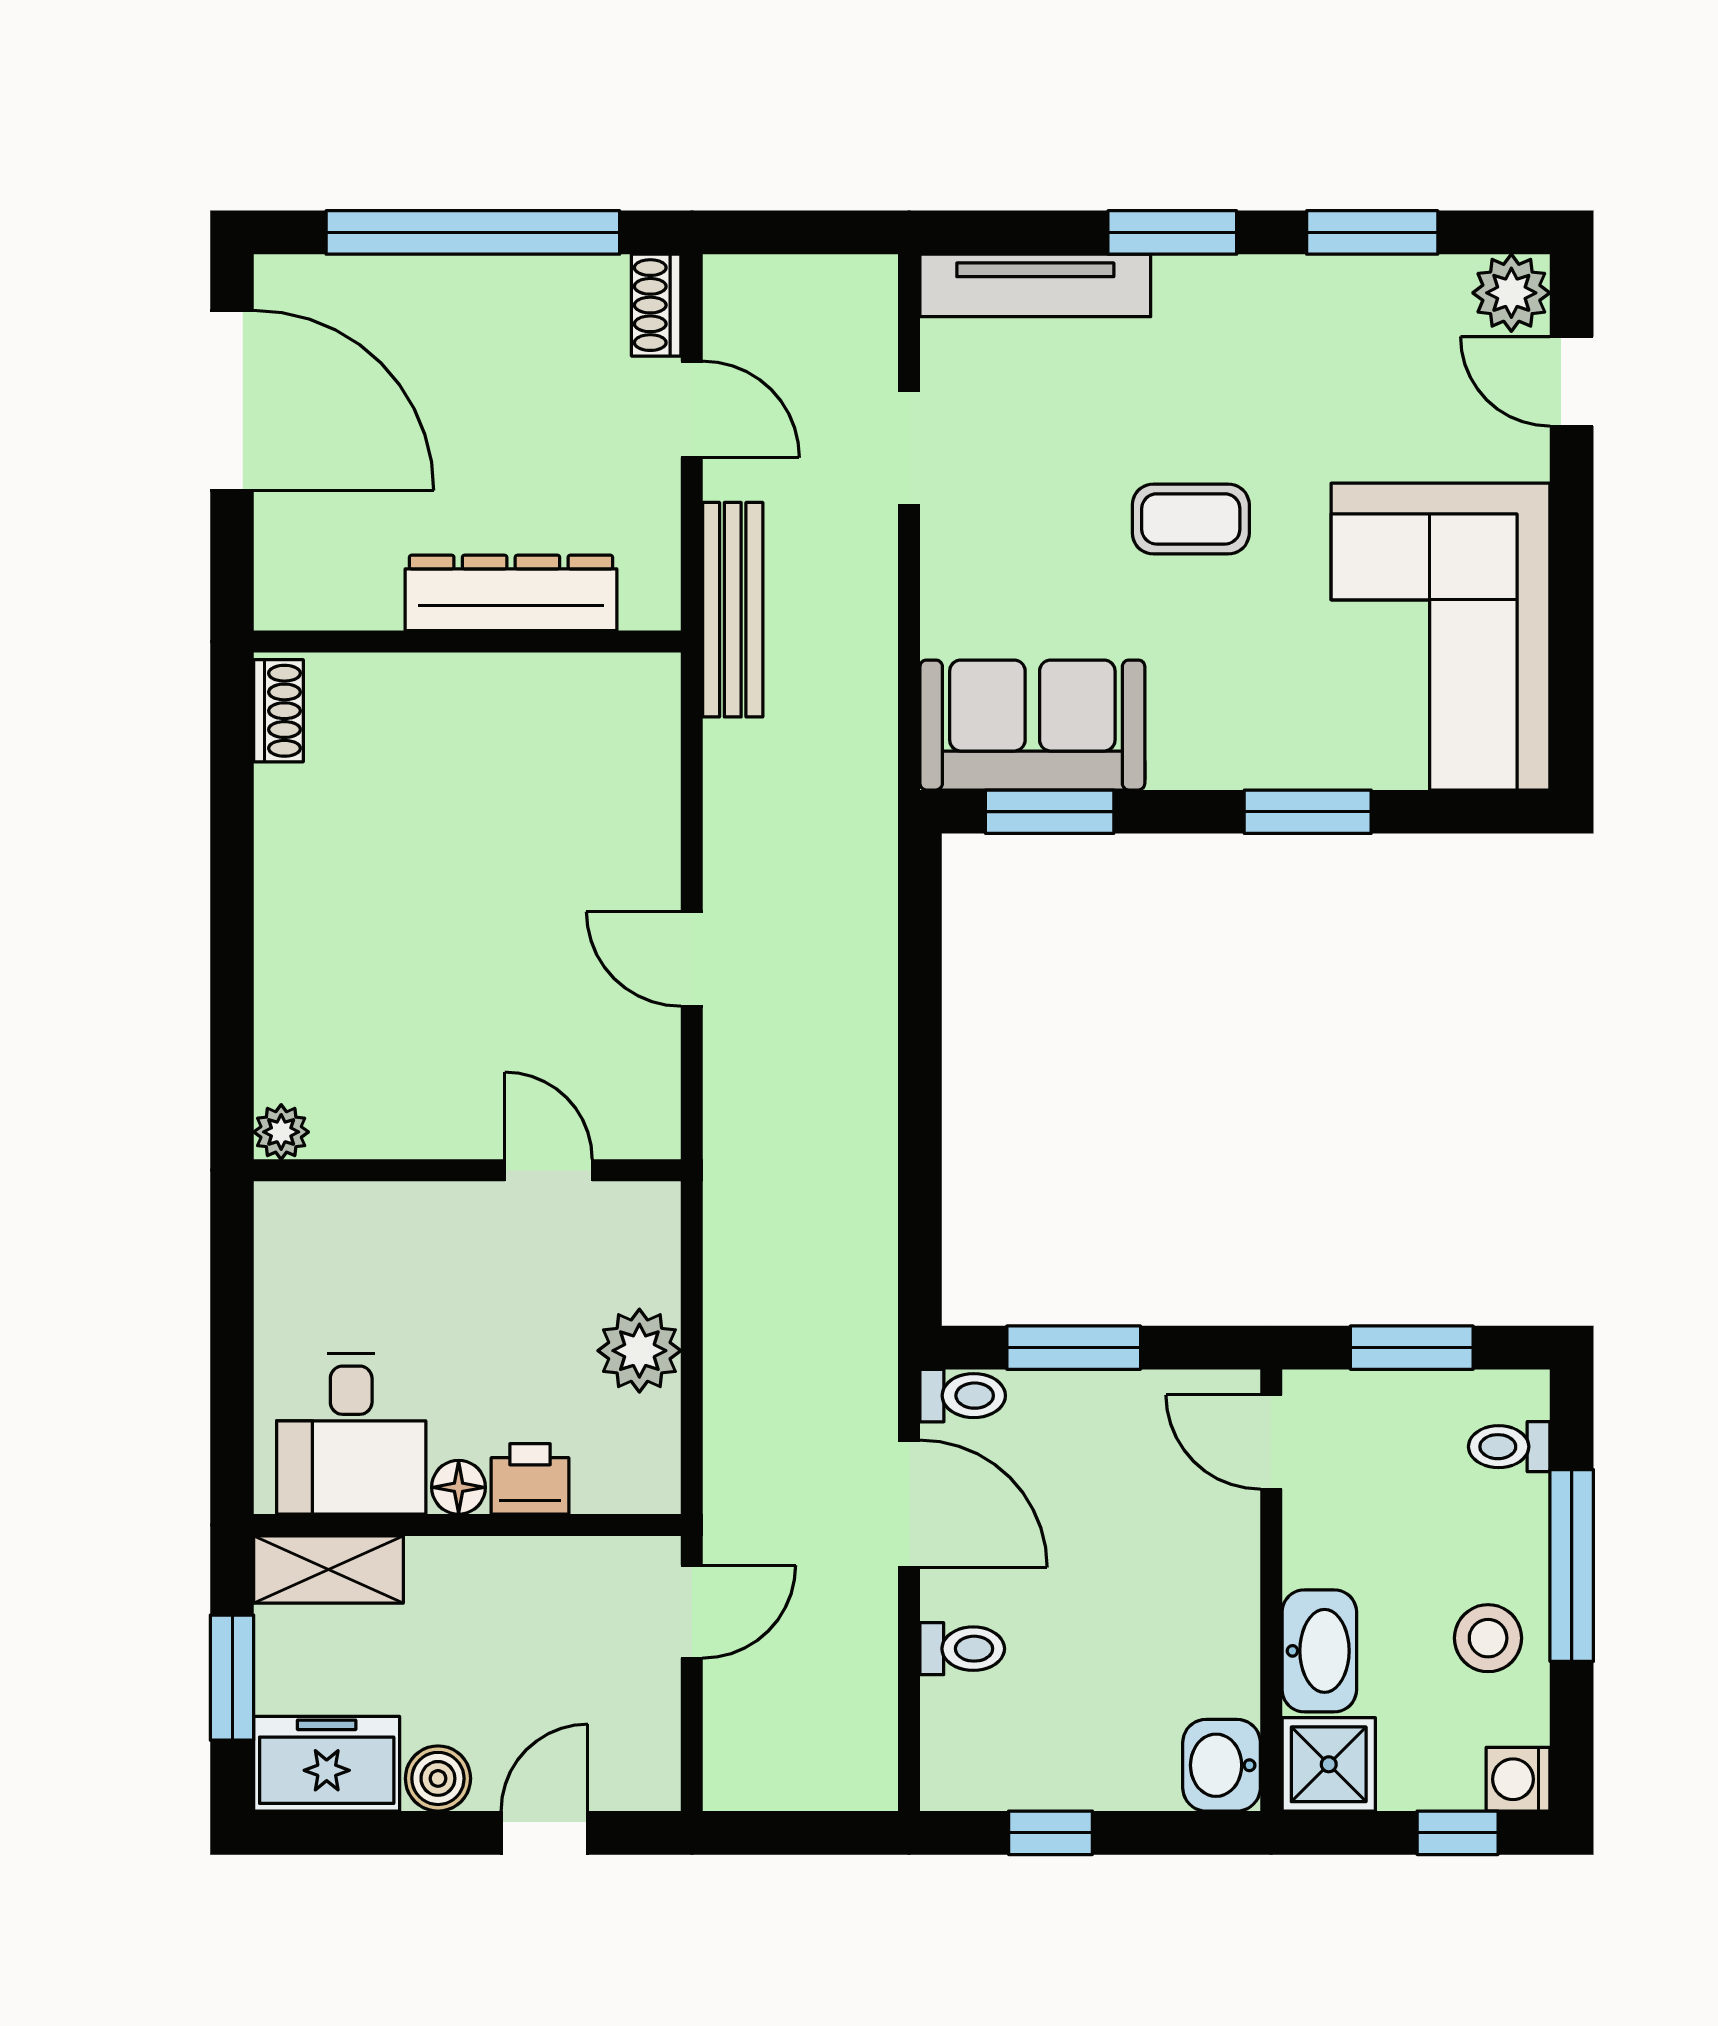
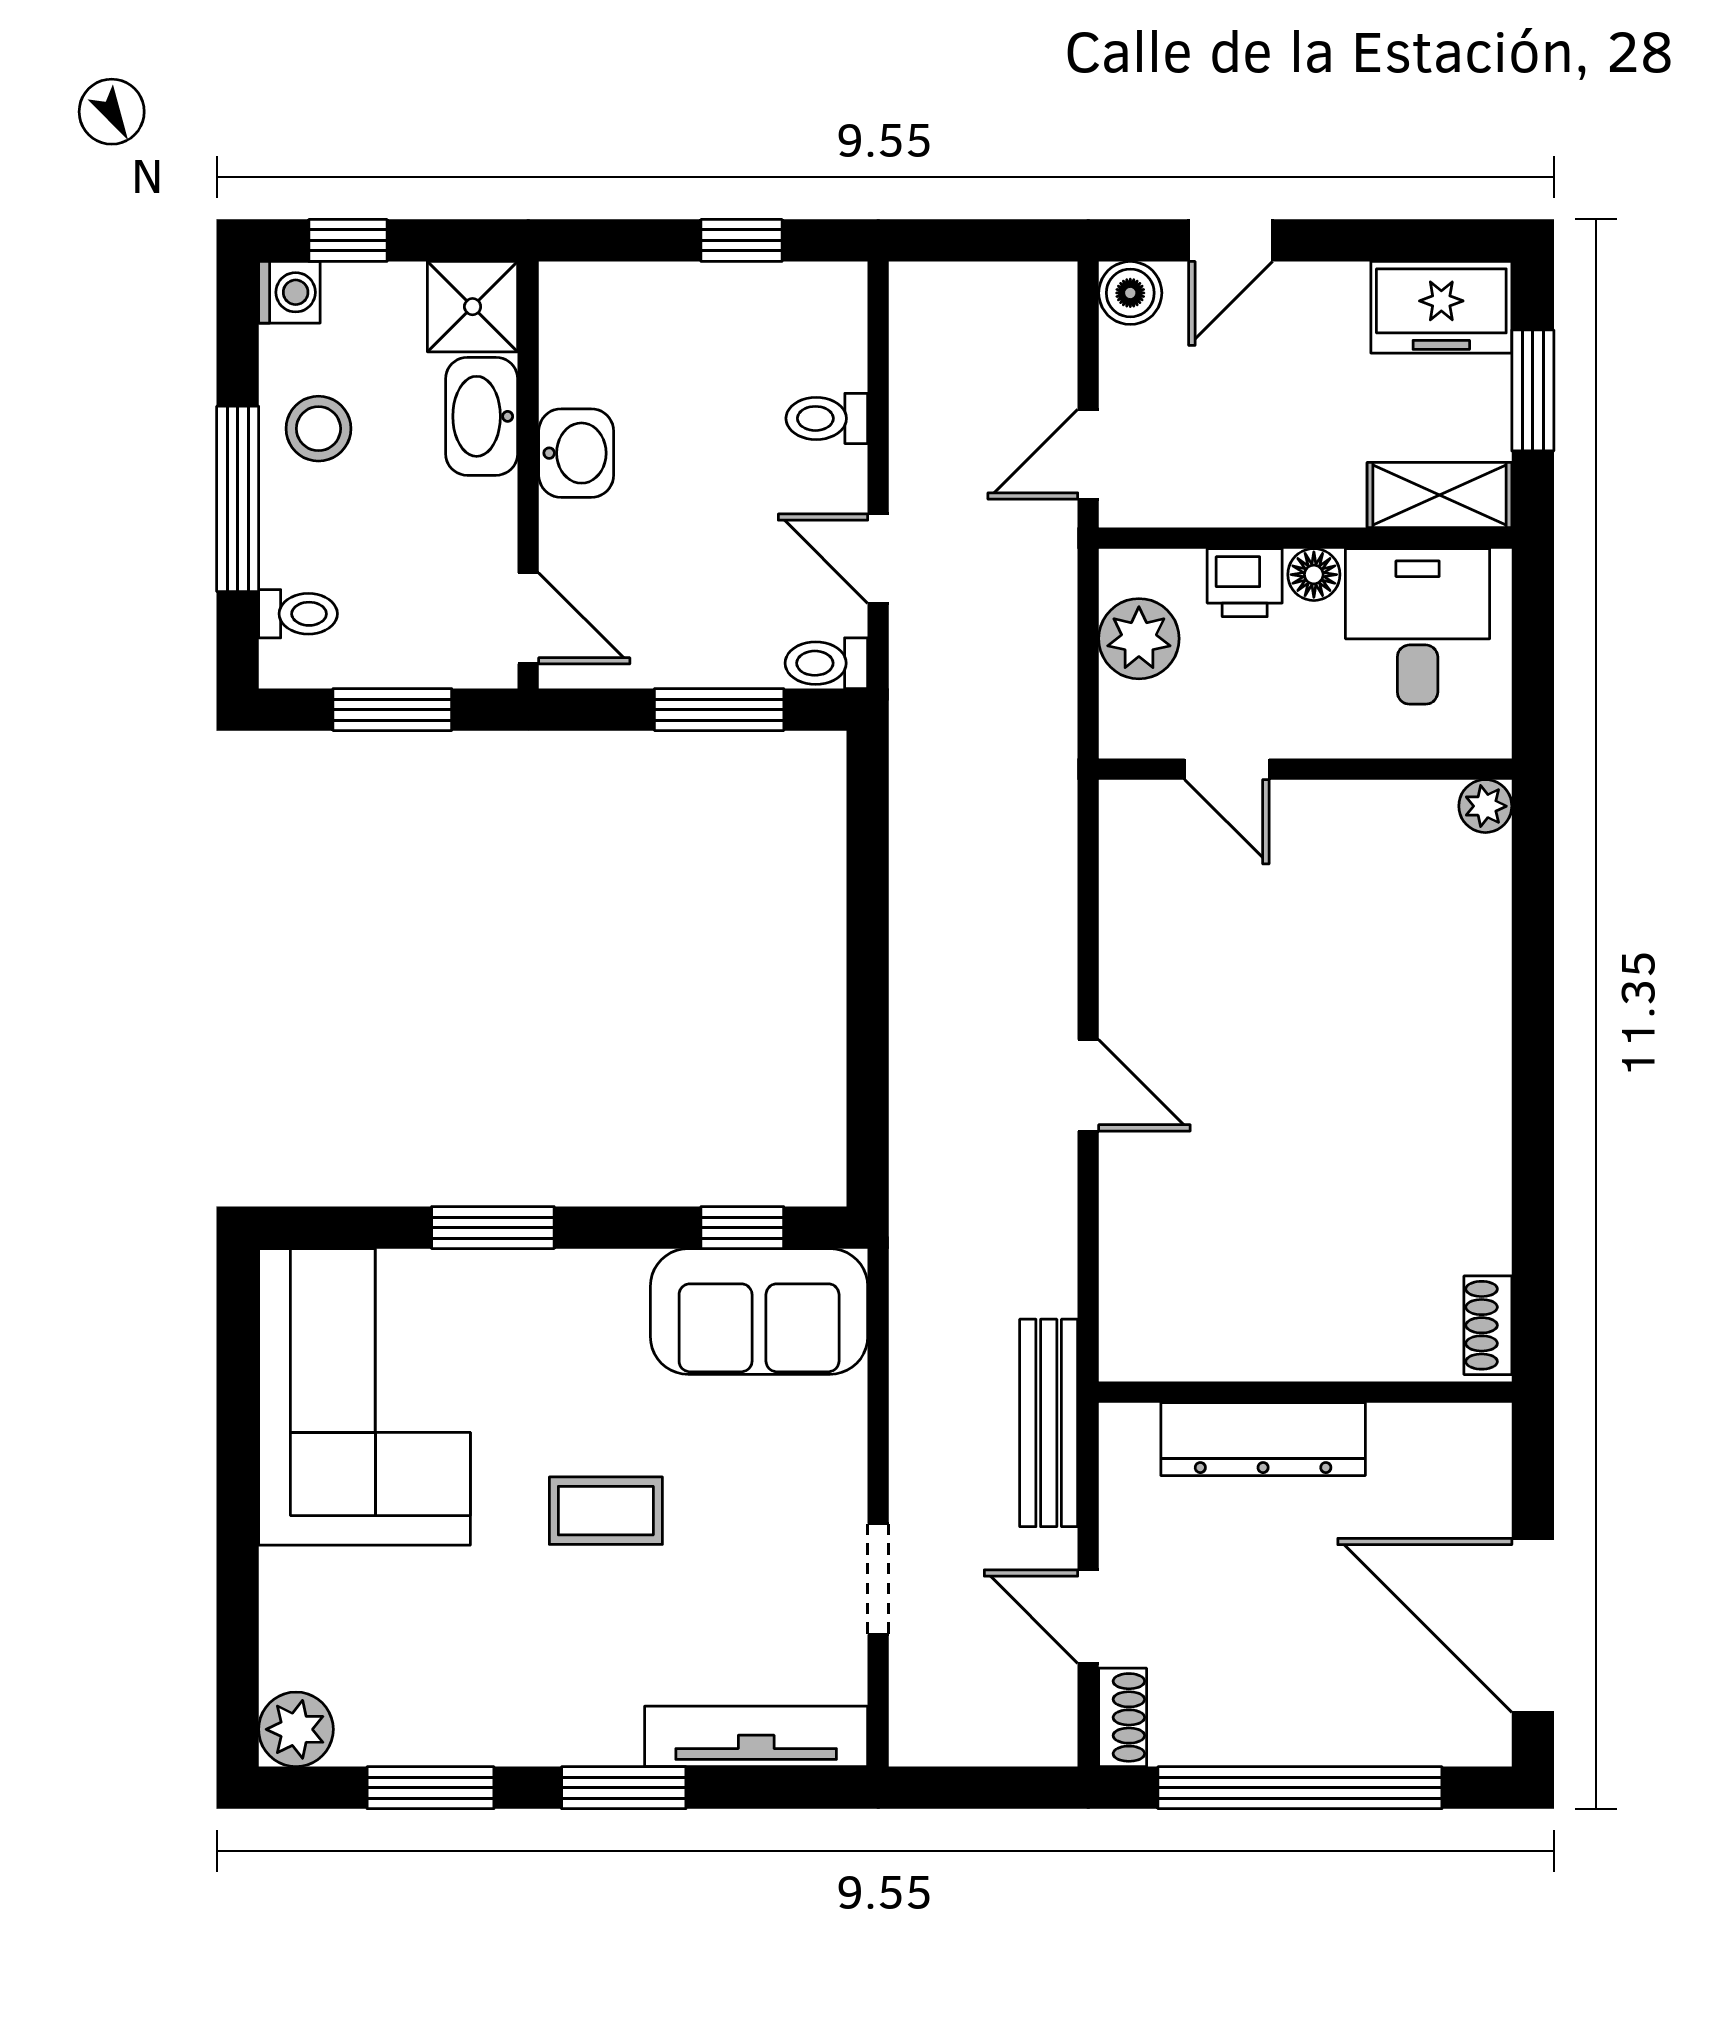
door: (1572, 381) -> (238, 1644), removed
window: (1050, 812) -> (742, 1228), width x0.67
plant: (281, 1132) -> (1485, 806), moved
wall: (467, 1170) -> (1305, 769), moved
door: (549, 1170) -> (1227, 769), moved
plant: (639, 1351) -> (1139, 639), moved
door: (909, 1504) -> (878, 559), width x0.73
washbasin: (1222, 1765) -> (576, 453), moved
boiler: (438, 1778) -> (1130, 293), moved

